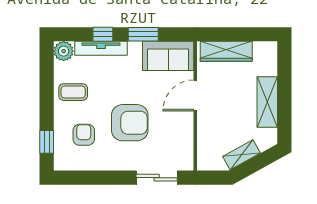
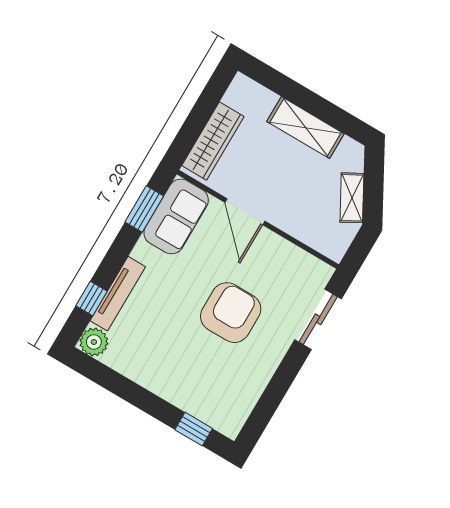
window: (103, 34) -> (91, 299), moved
window: (143, 34) -> (144, 209), moved
coffee table: (73, 92) -> (151, 360), removed
armchair: (84, 135) -> (212, 378), removed

